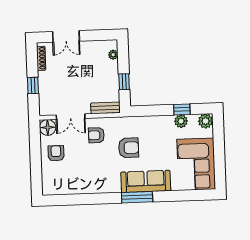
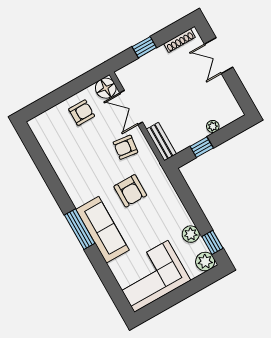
plant: (113, 55) -> (213, 126), moved
window: (182, 109) -> (212, 242), moved
armchair: (96, 135) -> (125, 147), turned -83

